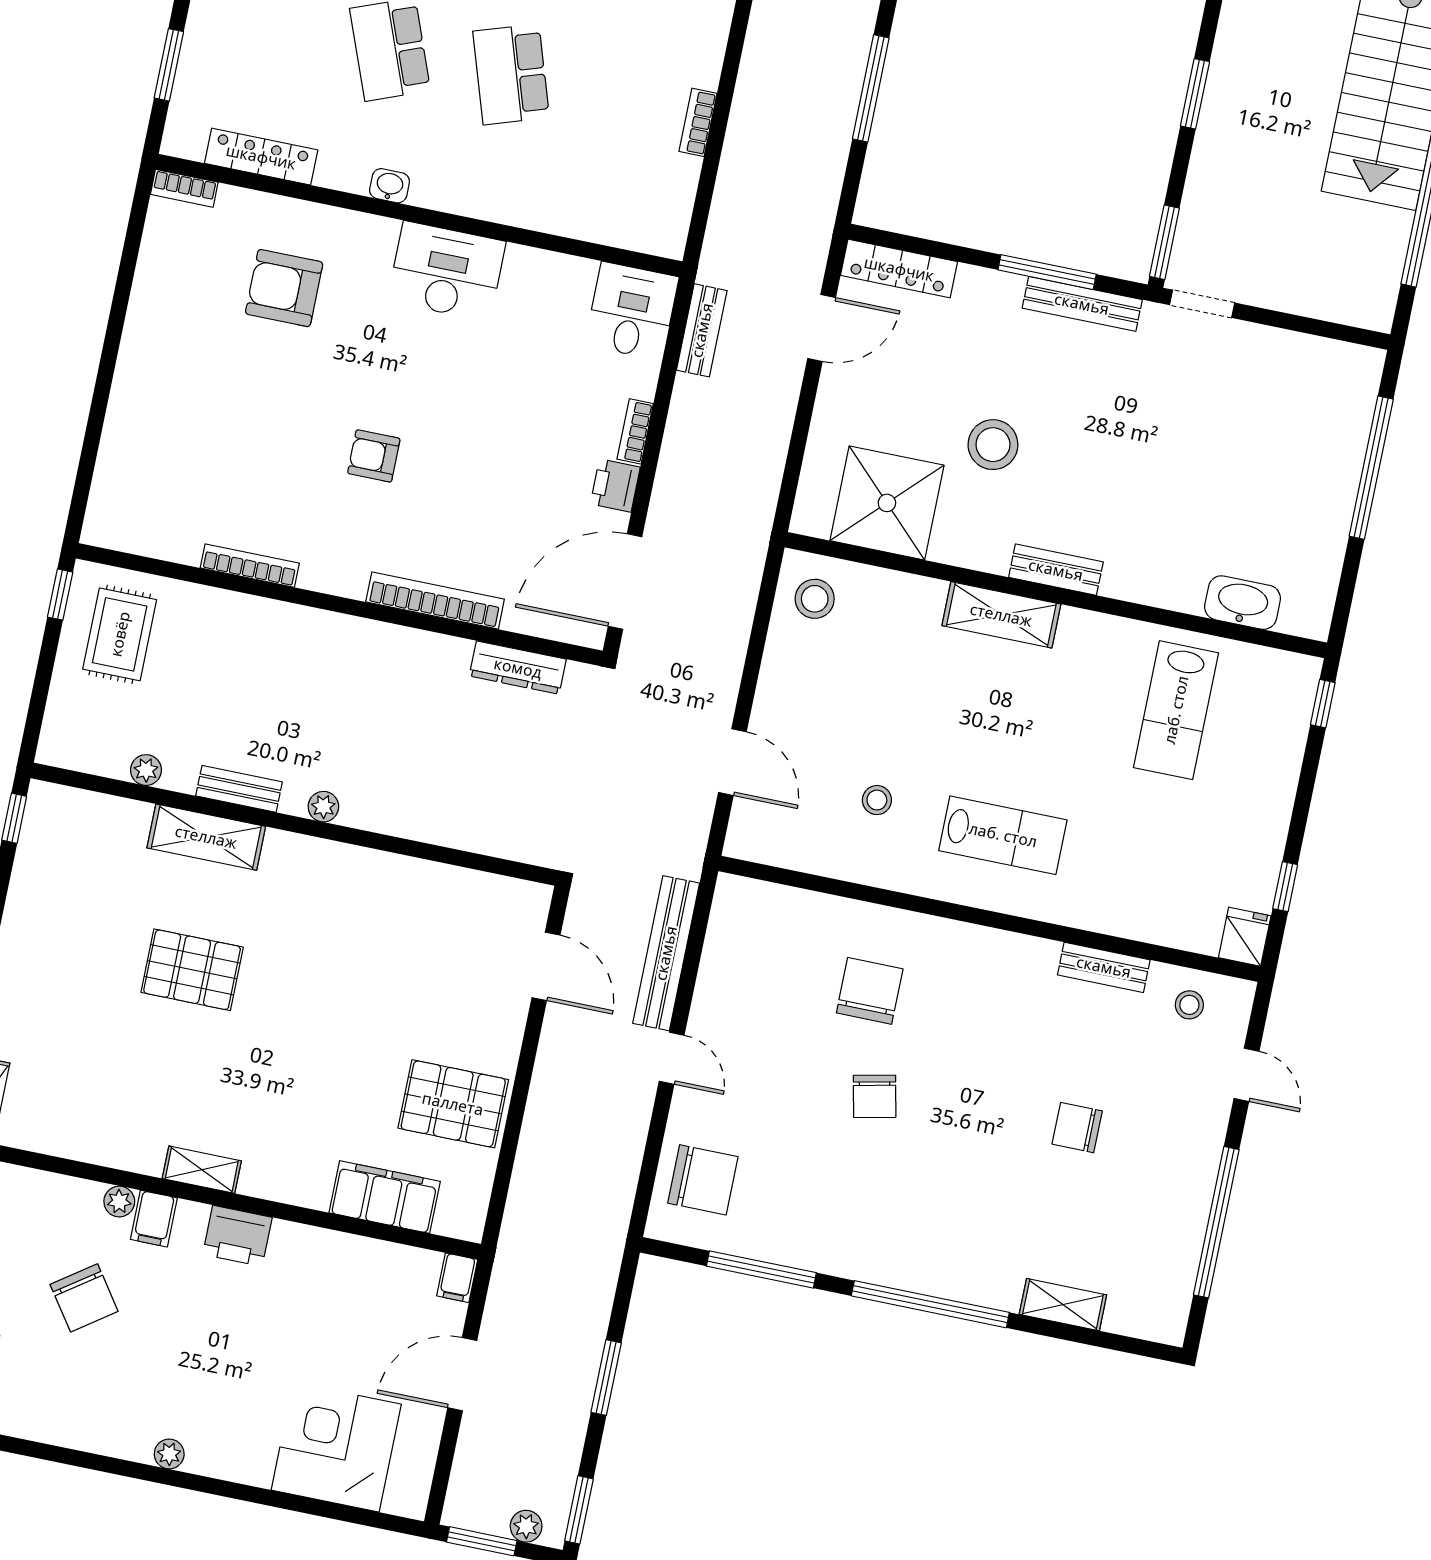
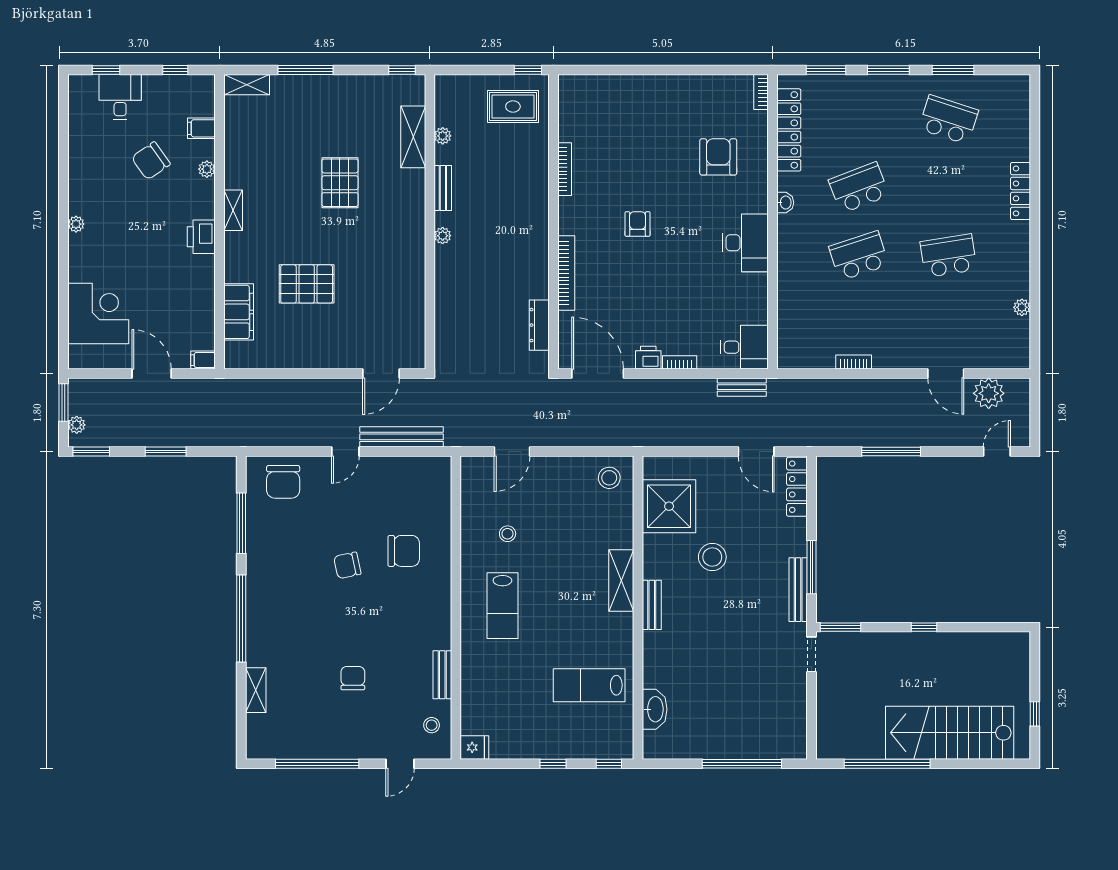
window: (1195, 94) -> (924, 627), width x0.67
locker: (261, 157) -> (789, 130), width x1.41, depth x1.21
shelving: (206, 837) -> (413, 137), moved
window: (1285, 887) -> (553, 764), moved
pallet: (453, 1104) -> (307, 284), moved, turned 90
filing cabinet: (154, 1219) -> (201, 128), moved

